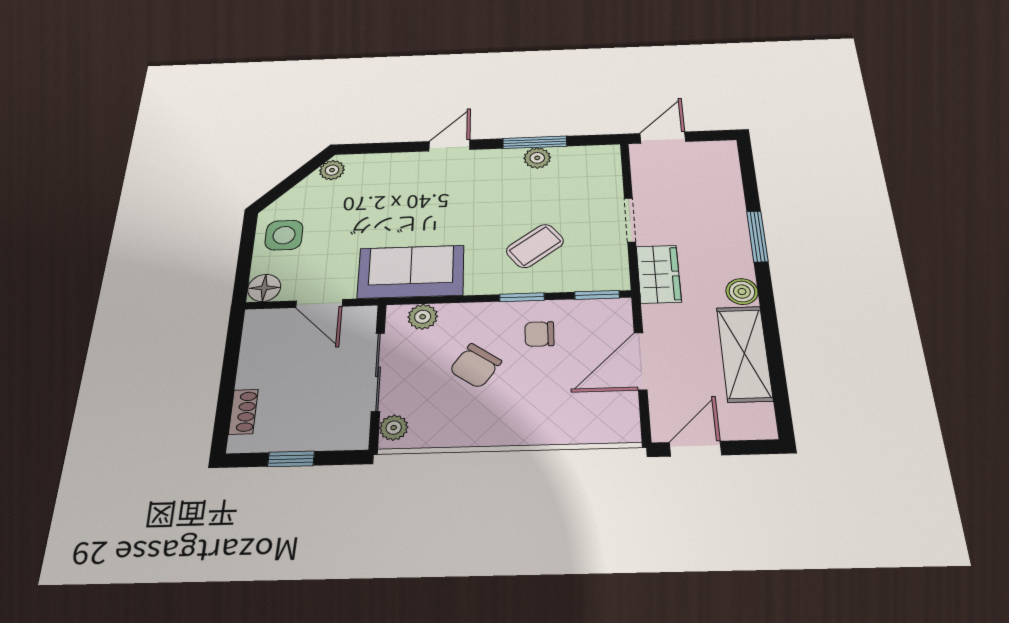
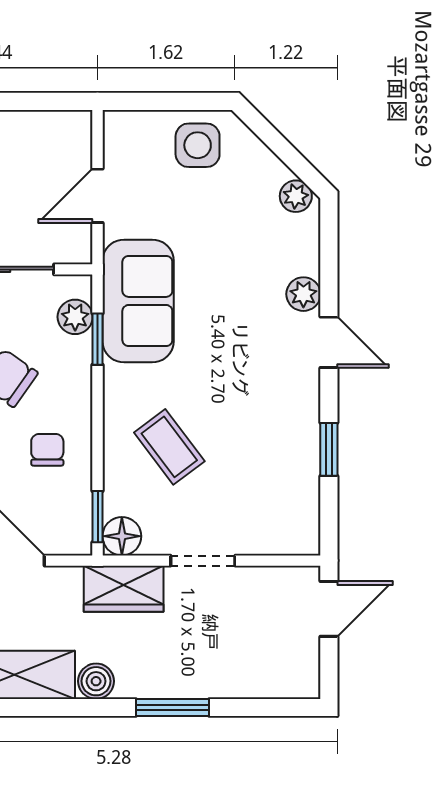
door: (663, 138) -> (329, 609), hinge flipped
window: (535, 142) -> (329, 449), width x0.67
plant: (537, 158) -> (303, 294), moved
floor lamp: (264, 288) -> (122, 536), moved
window: (522, 297) -> (98, 339), moved

